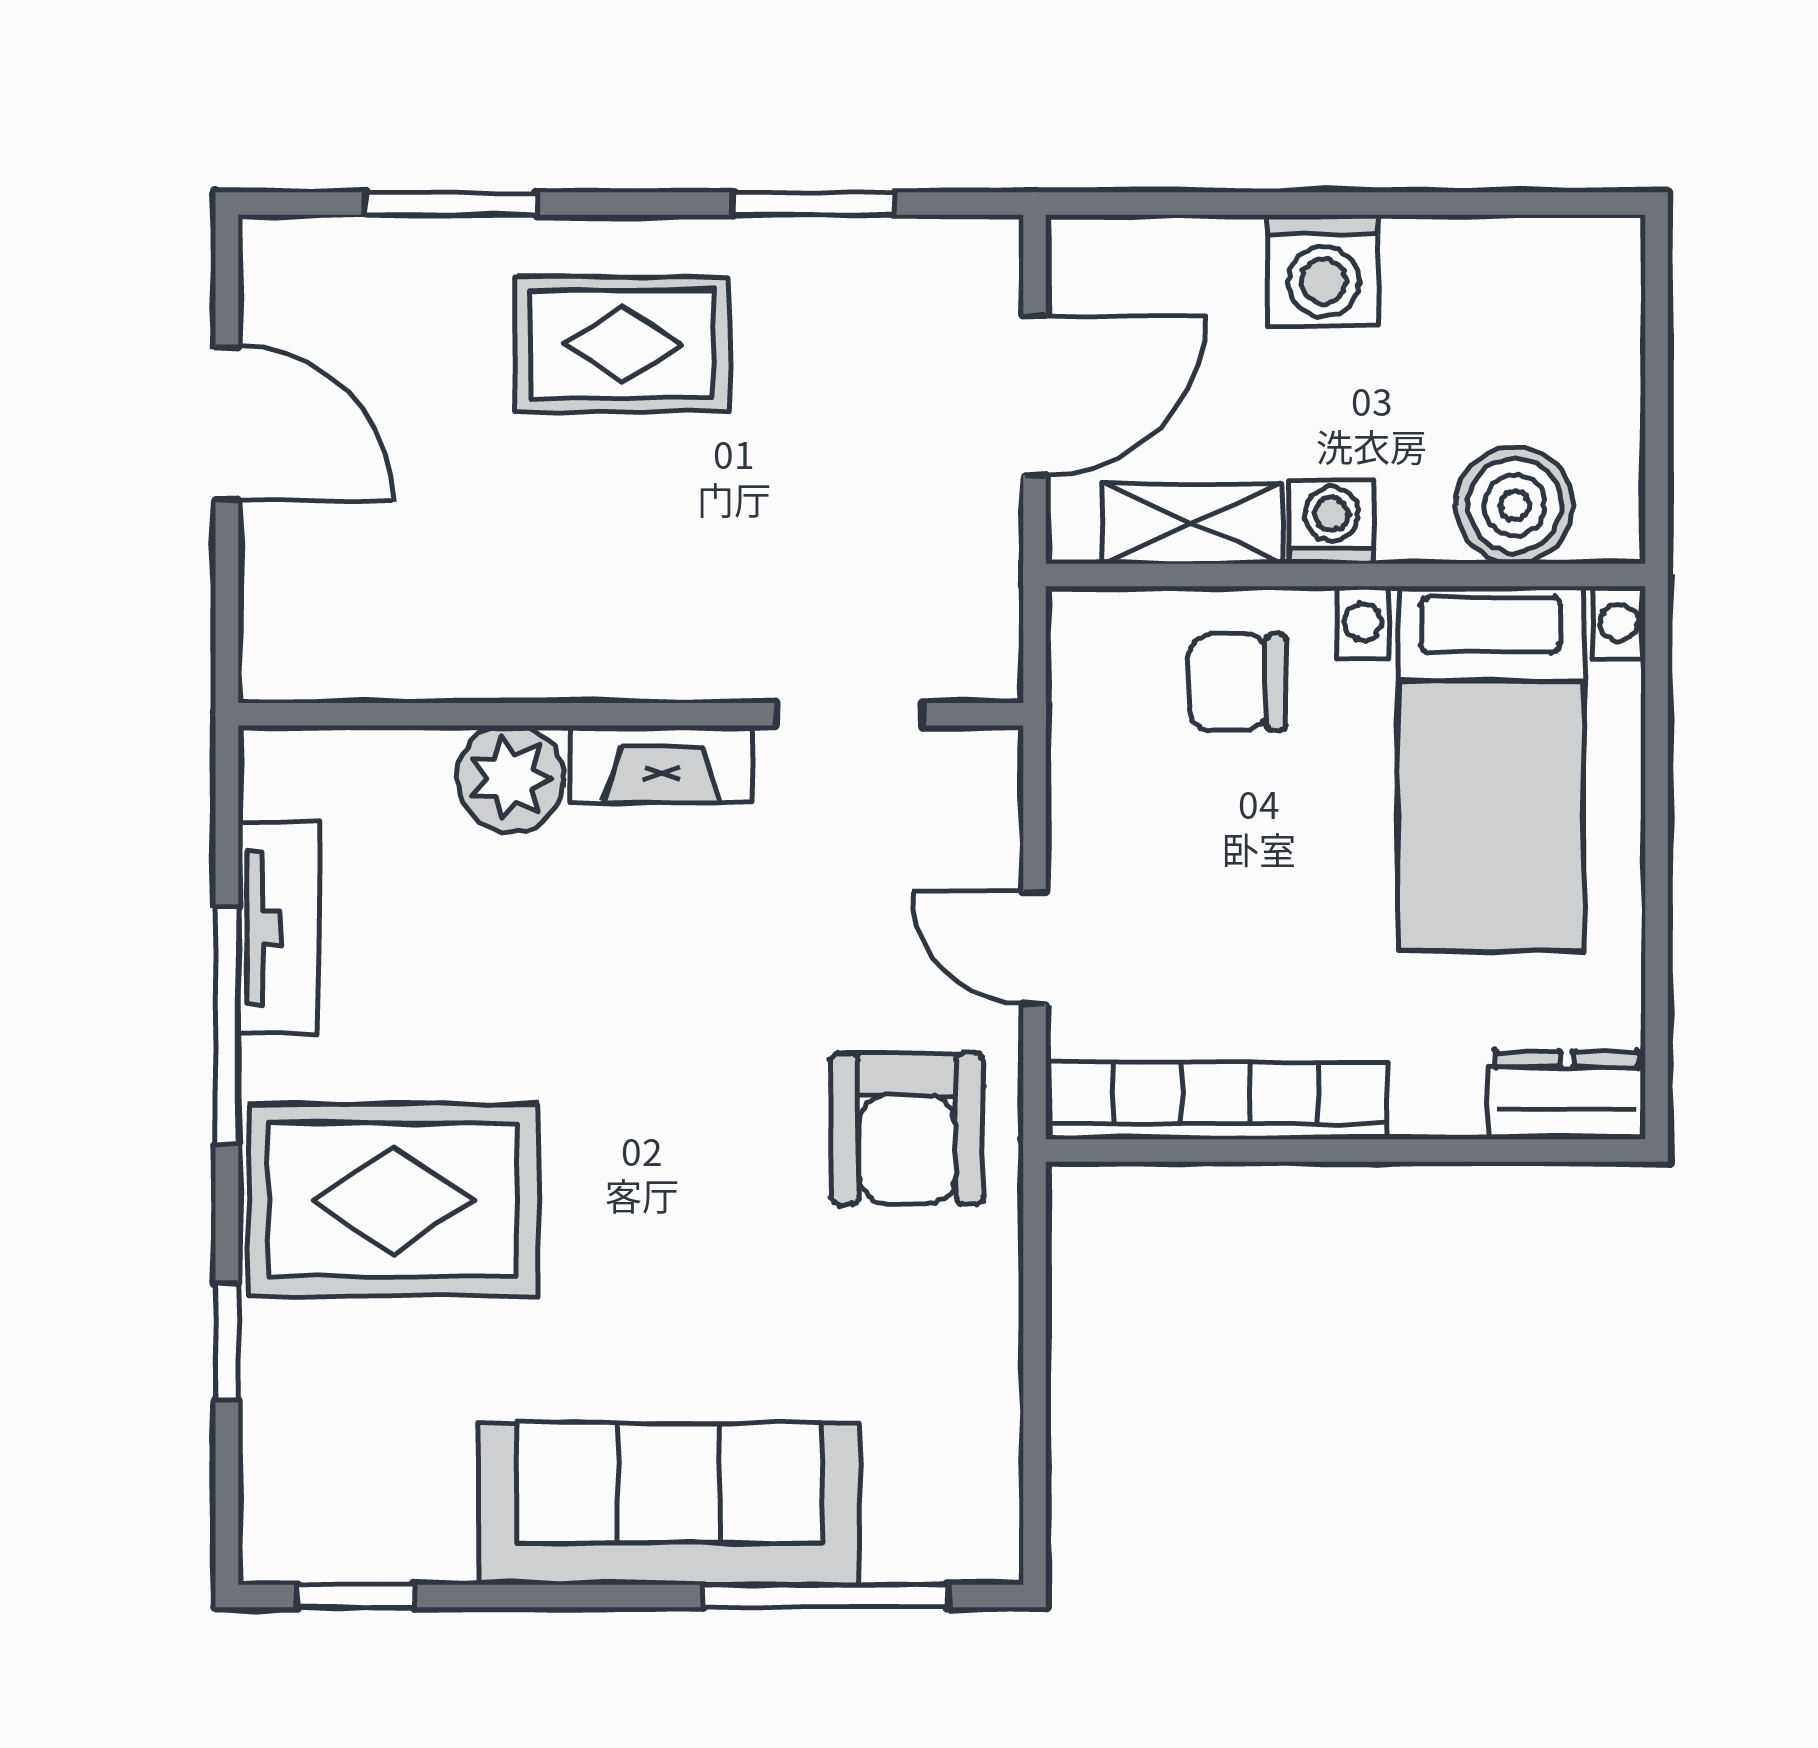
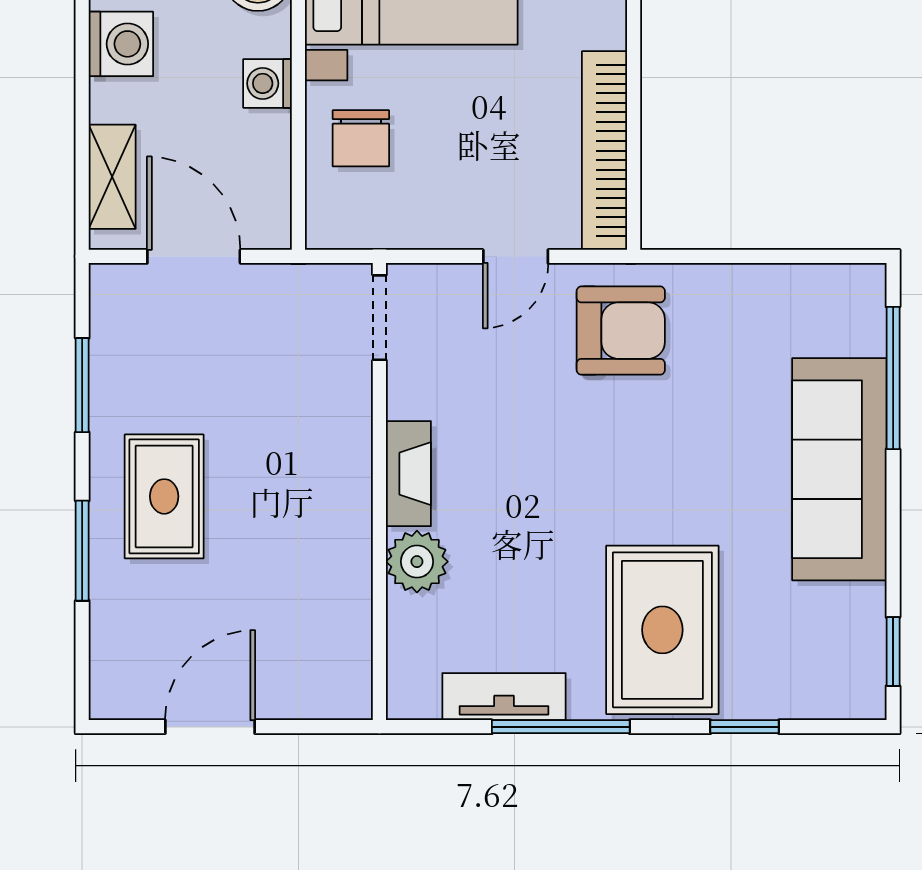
window: (451, 204) -> (82, 551), moved
washing machine: (1324, 270) -> (121, 44), moved
shelving: (1193, 524) -> (112, 177), moved
doorway: (850, 714) -> (379, 318), moved

